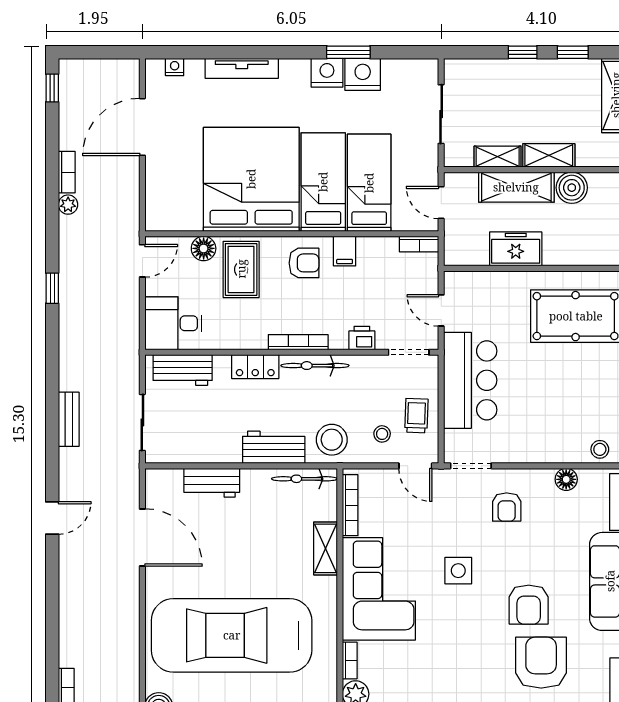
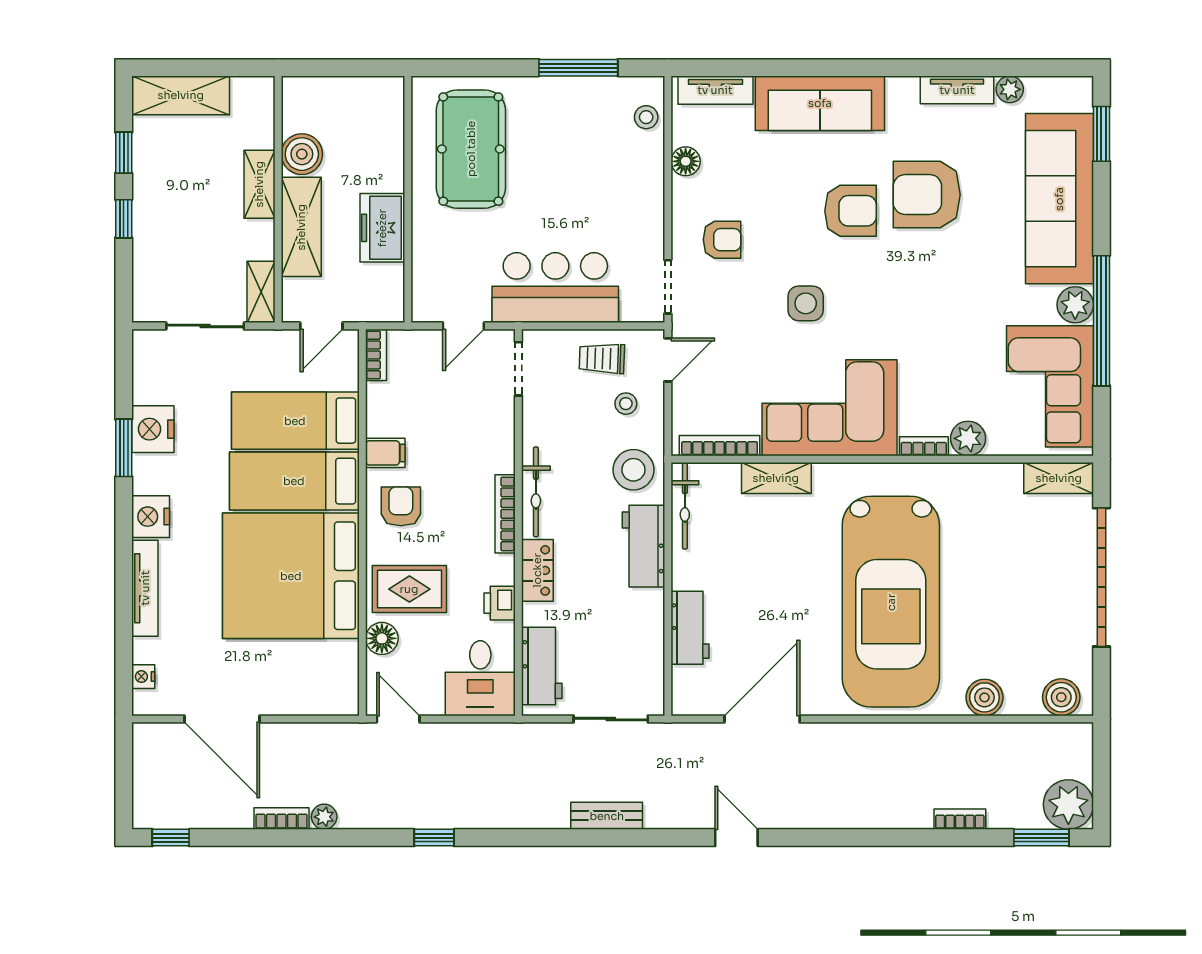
nightstand: (327, 73) -> (151, 517), moved
shelving: (498, 157) -> (261, 292), moved
printer: (362, 338) -> (500, 603), moved

